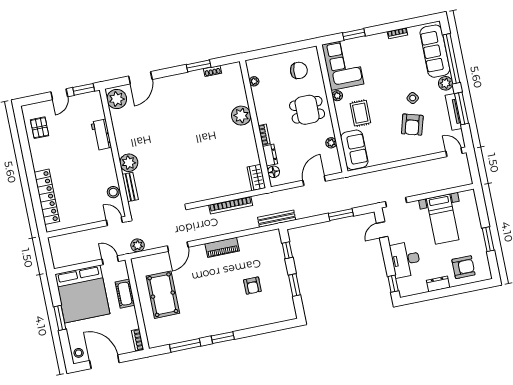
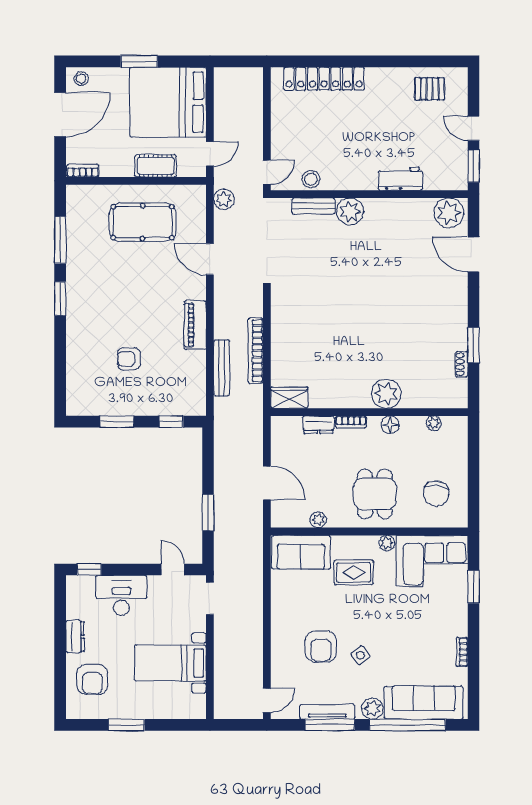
armchair: (412, 125) -> (321, 646), turned -106
floor lamp: (274, 172) -> (390, 425), moved
bench: (277, 219) -> (222, 368), moved

